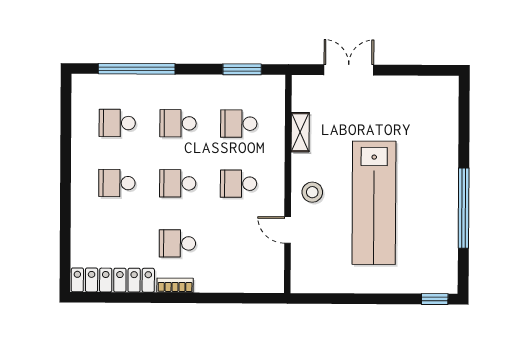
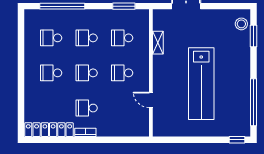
window: (464, 122) -> (254, 36), added
stool: (312, 192) -> (241, 24), moved
window: (464, 208) -> (254, 102), moved

